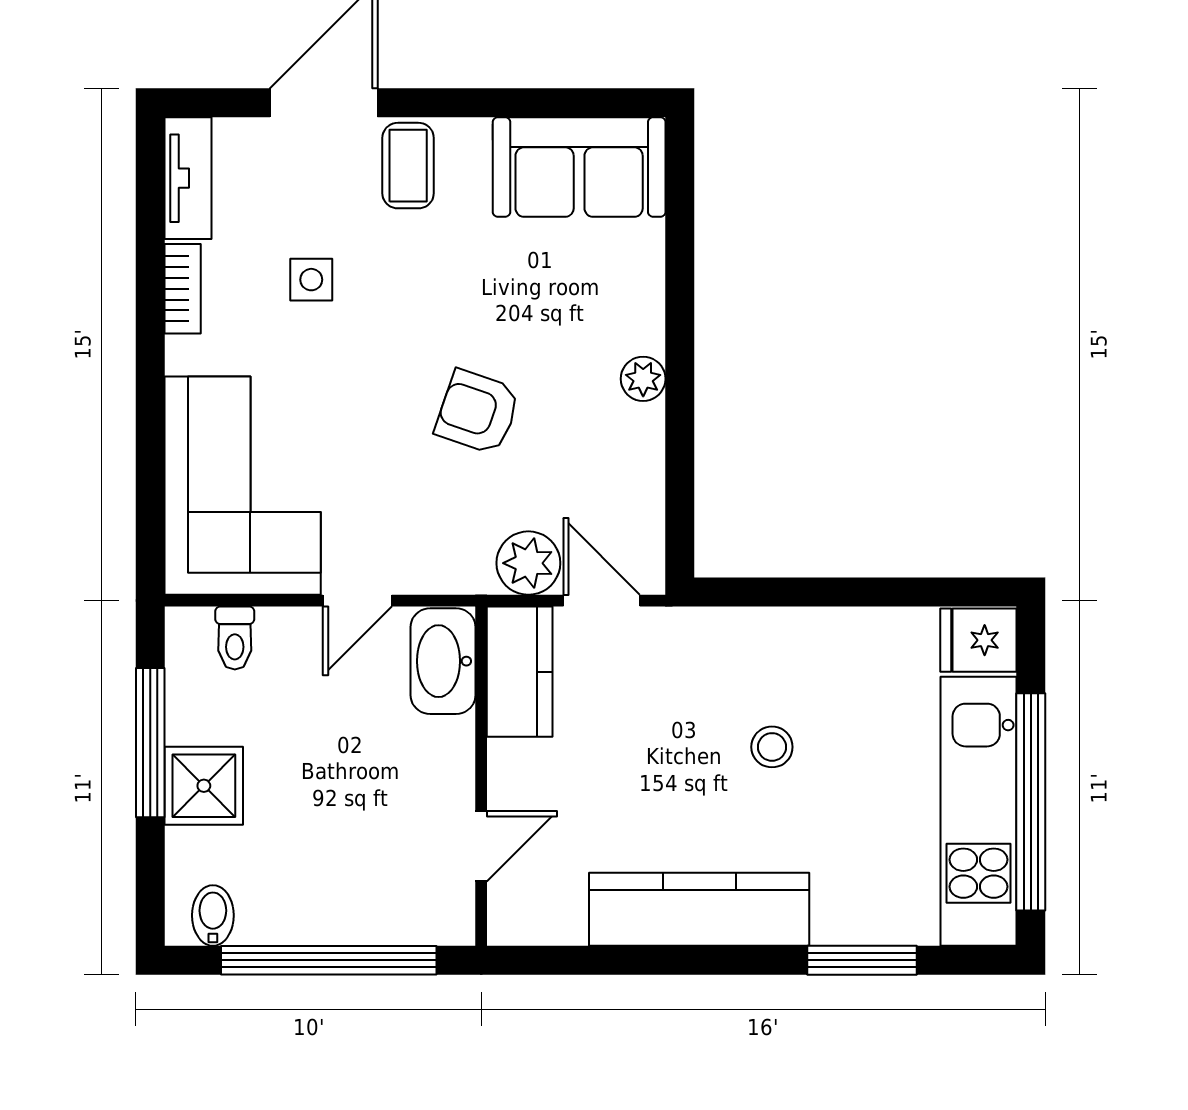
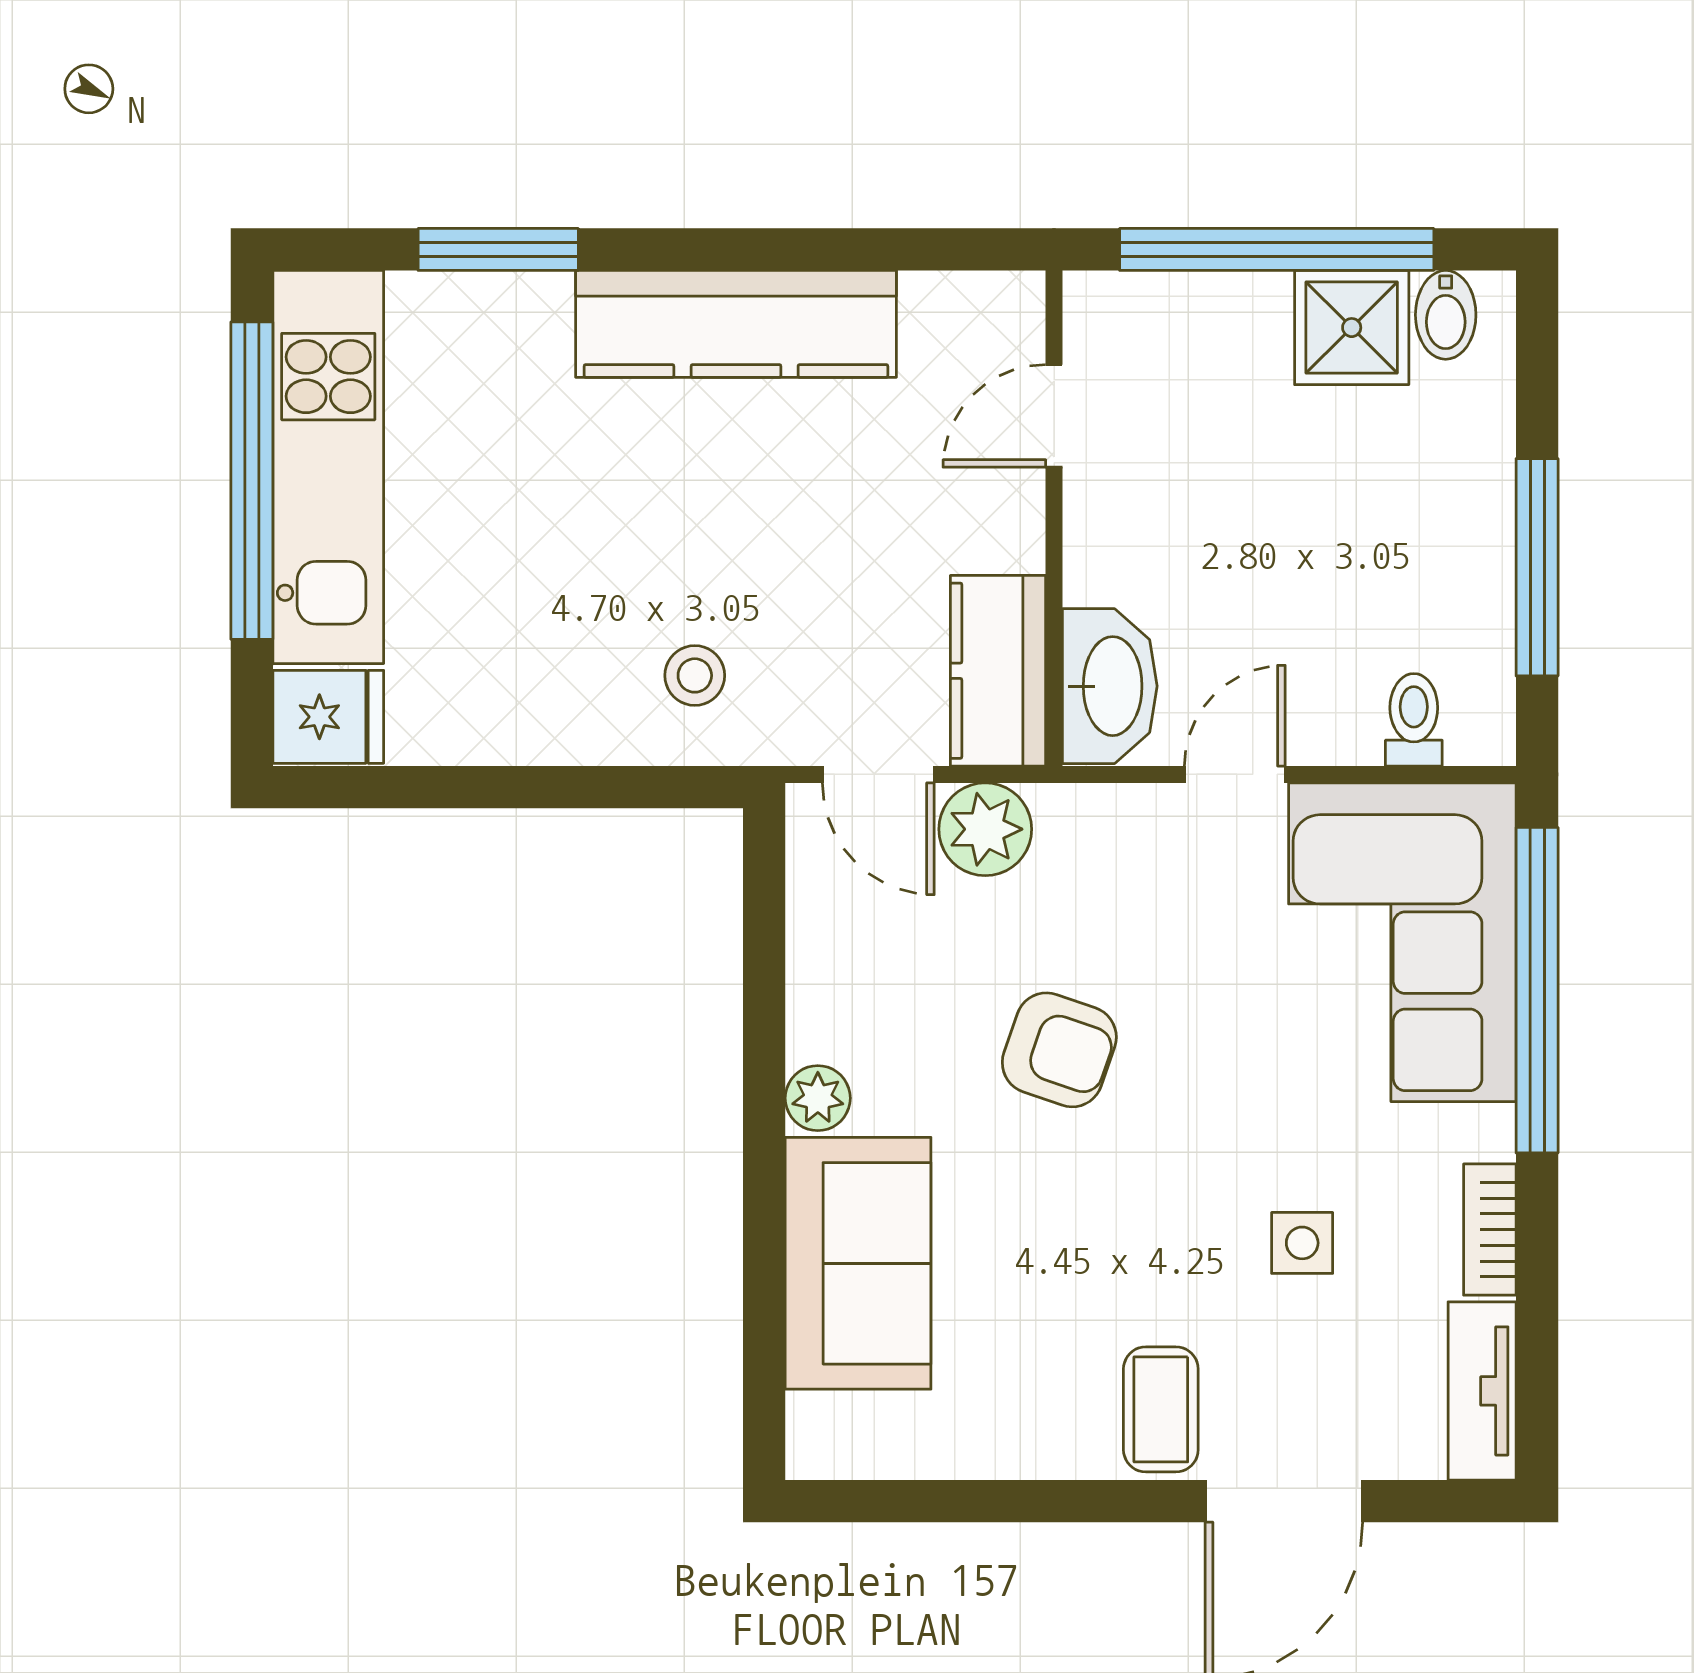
sofa: (579, 167) -> (858, 1263), moved, turned 90
window: (150, 453) -> (1537, 990), added
stool: (772, 747) -> (695, 675), moved
shower: (204, 786) -> (1352, 328), moved

